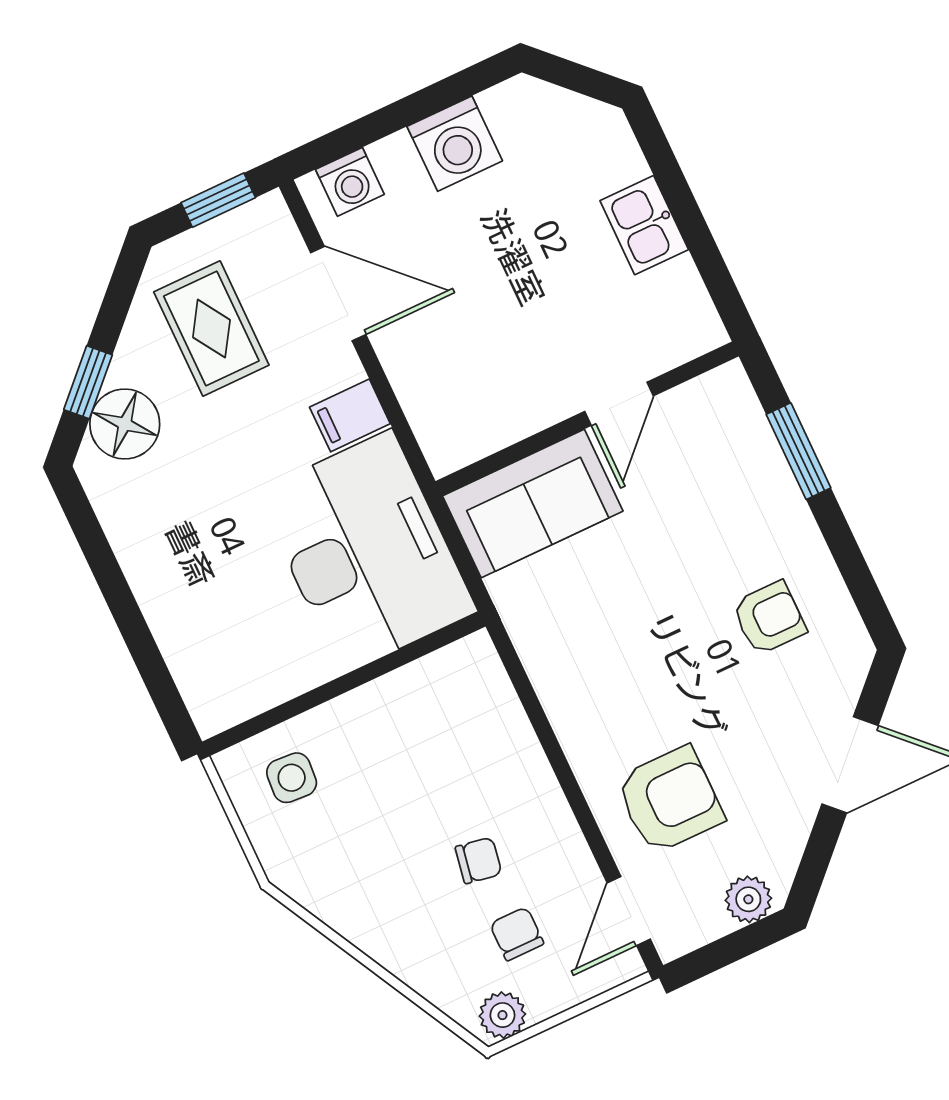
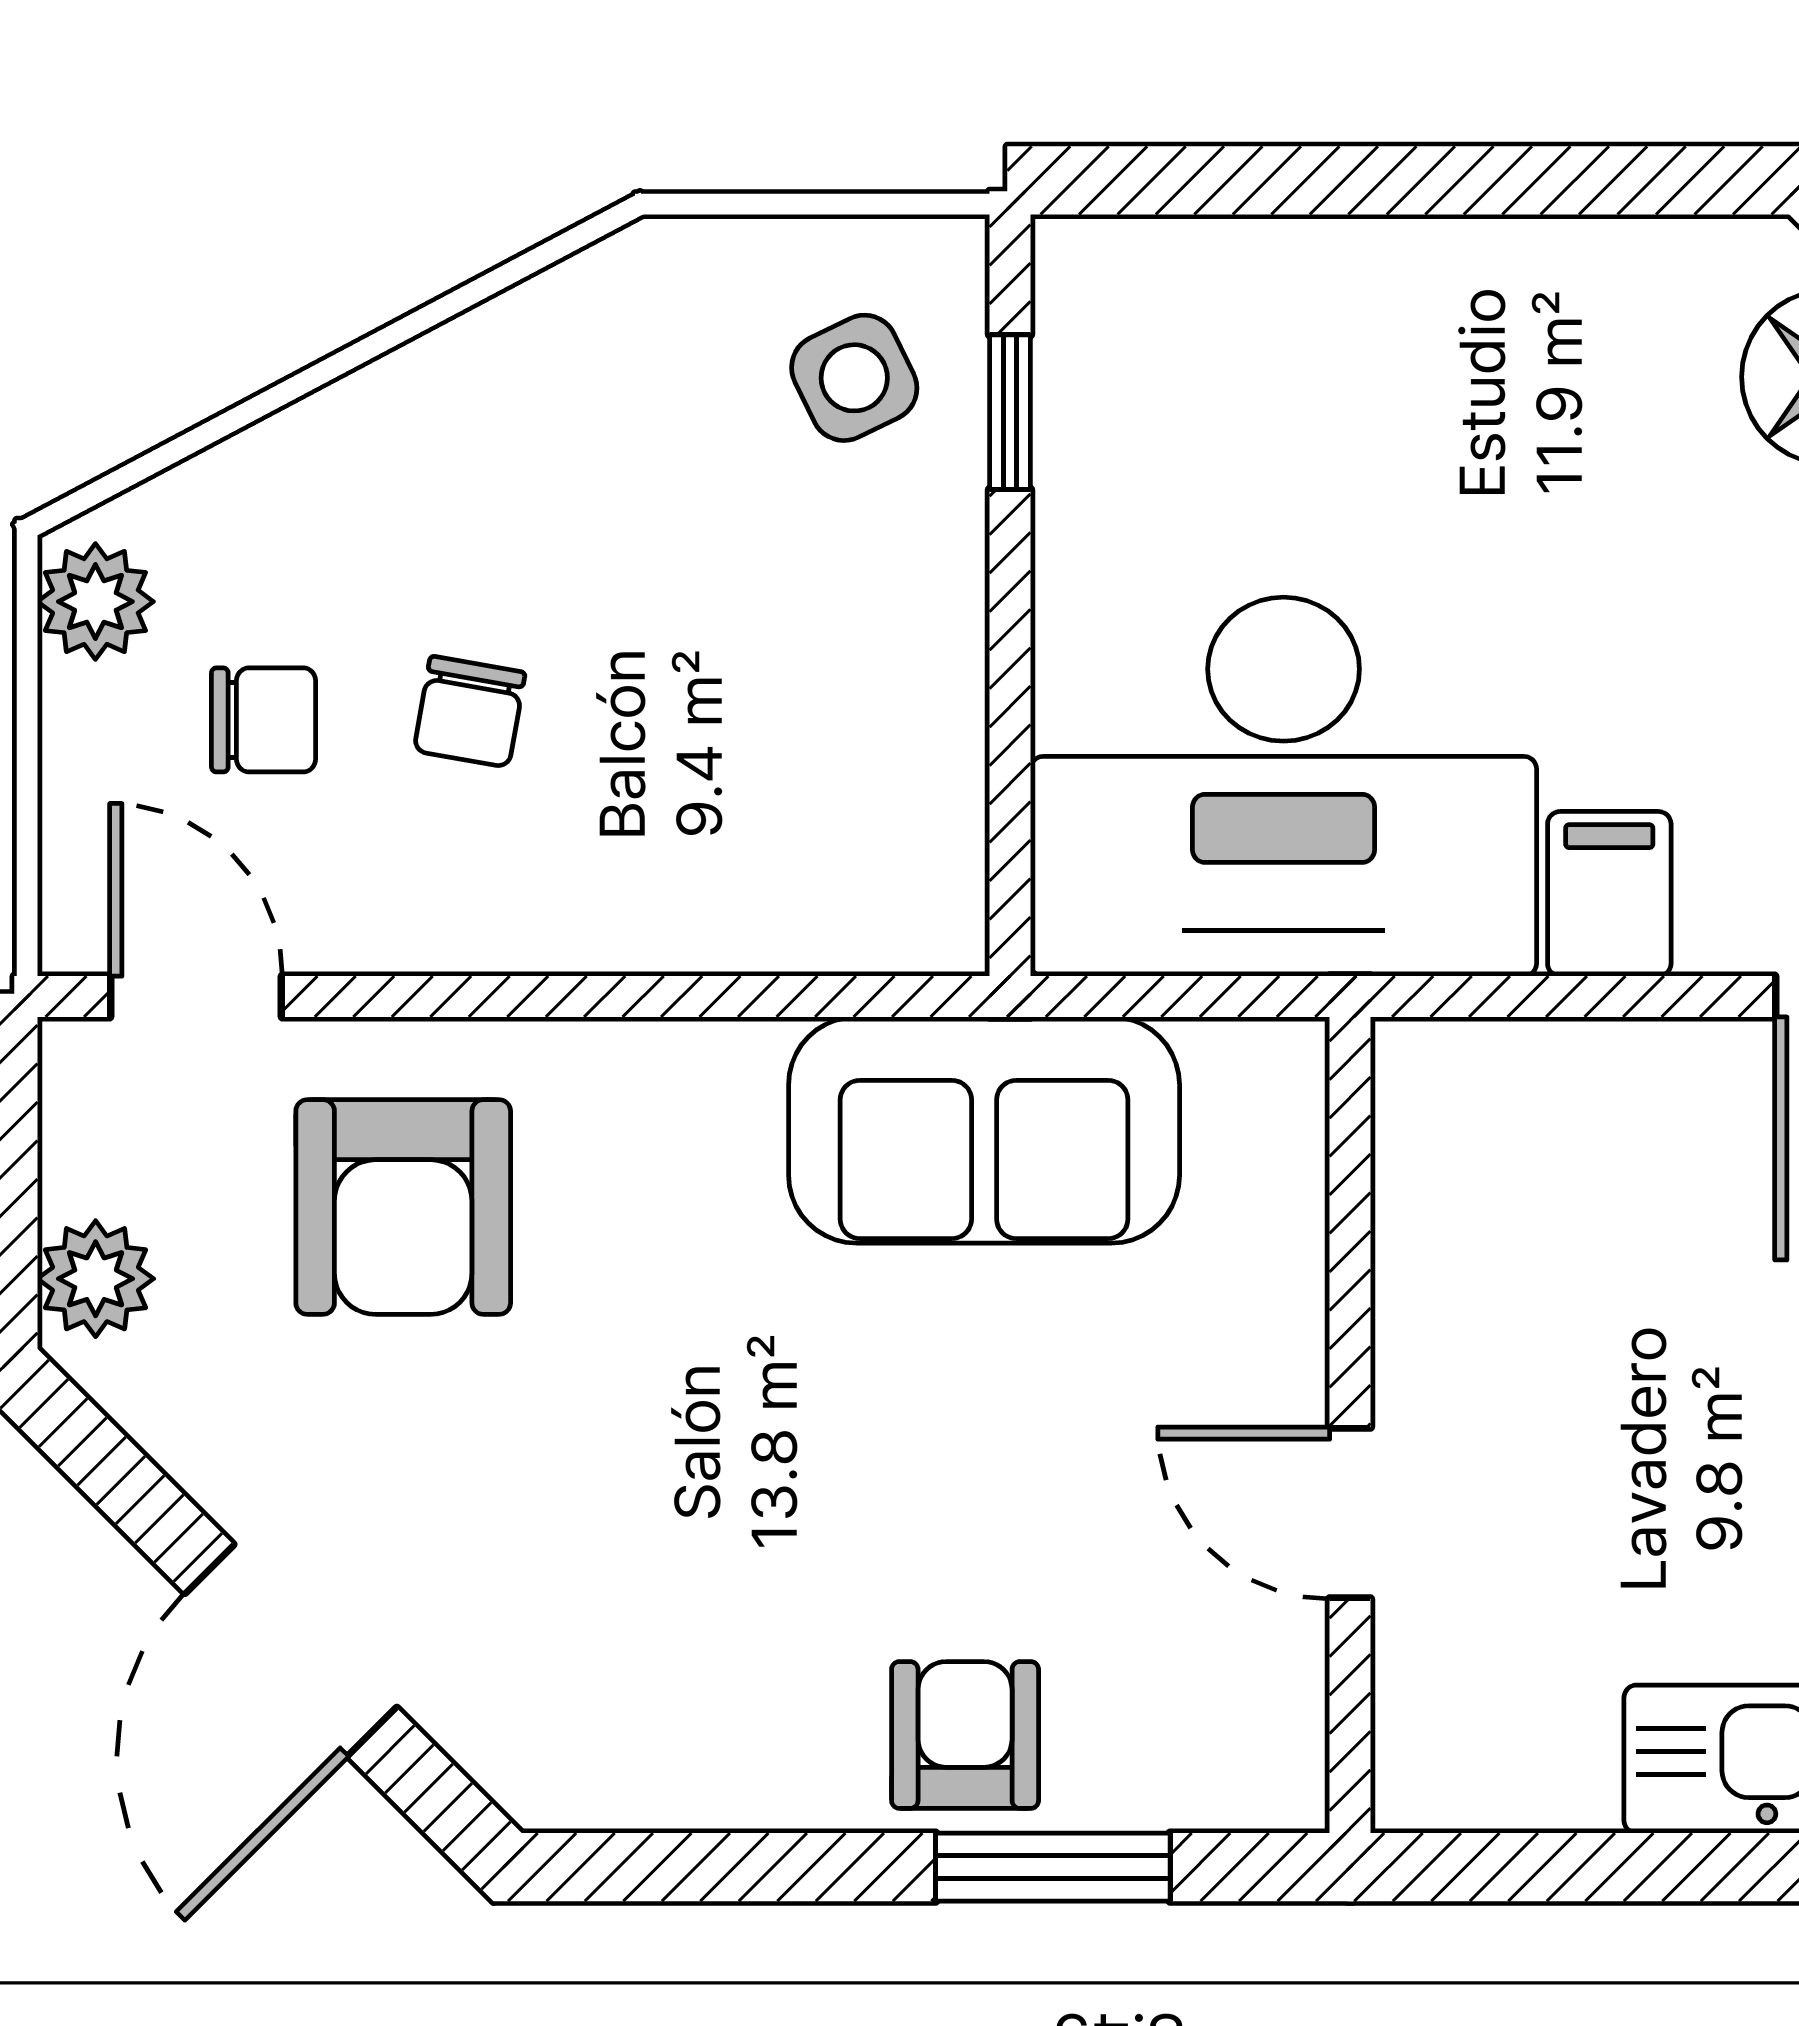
sofa: (533, 503) -> (984, 1130), moved, turned -90
armchair: (769, 618) -> (965, 1735), moved, turned 180
window: (277, 715) -> (1010, 412), added
side table: (292, 778) -> (854, 378), turned -30

